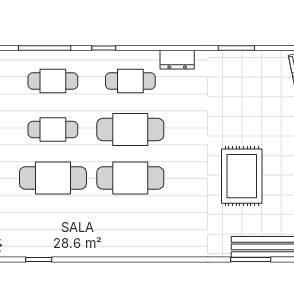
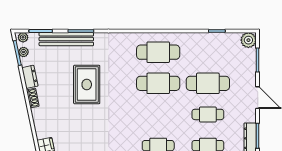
cafe table: (130, 129) -> (158, 52), moved

